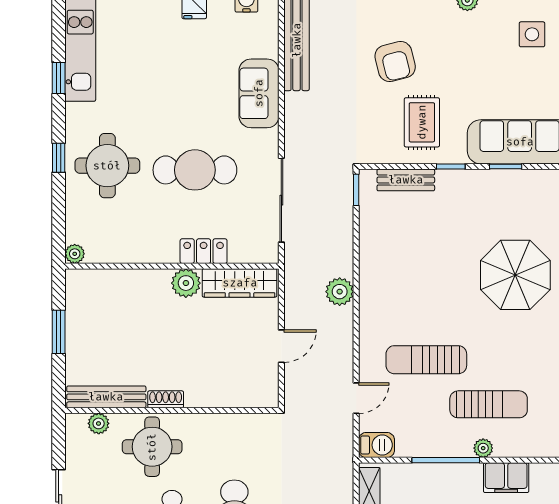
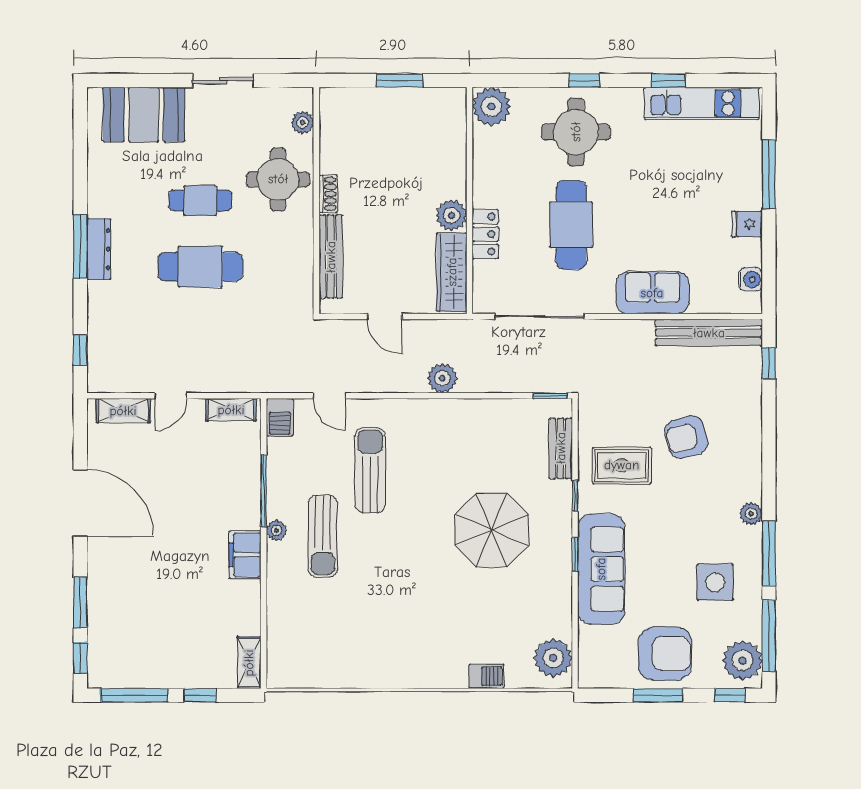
side table: (532, 34) -> (715, 582), width x1.37, depth x1.37
plant: (75, 254) -> (491, 106), width x1.88, depth x1.88
parasol: (515, 275) -> (491, 530), moved
bench: (106, 397) -> (331, 257), moved

